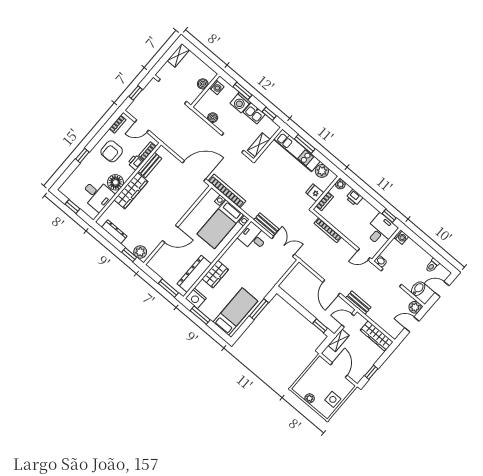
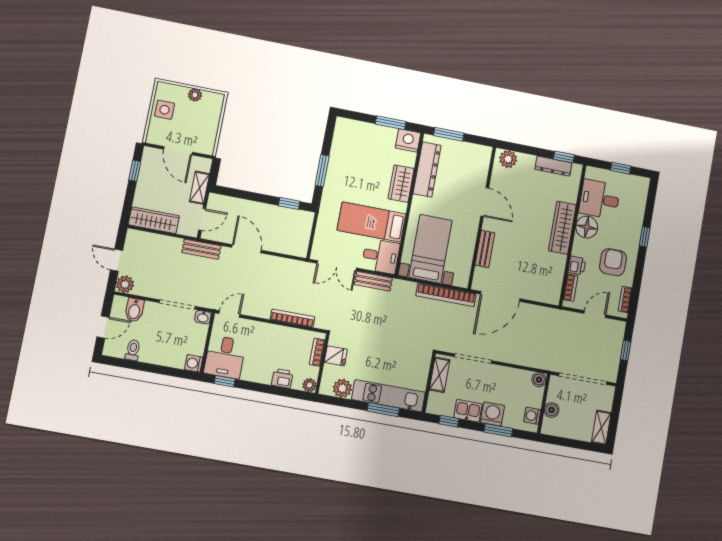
boiler: (213, 118) -> (539, 380), moved
bench: (150, 165) -> (485, 249), moved
door: (170, 234) -> (485, 202), swing flipped
window: (129, 255) -> (564, 157), moved
bed: (235, 312) -> (371, 222), moved, turned 90
door: (412, 324) -> (117, 260), swing flipped
window: (320, 326) -> (289, 203), moved

